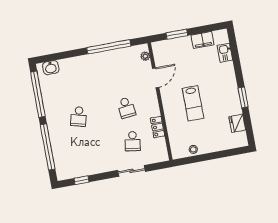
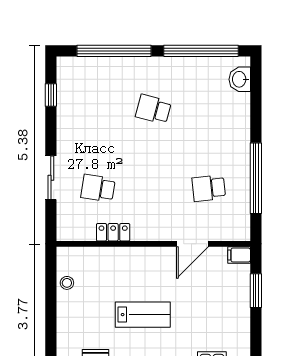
filing cabinet: (202, 40) -> (239, 255), moved, width x0.50
plant: (145, 56) -> (230, 234), removed
door: (156, 78) -> (193, 244), hinge flipped
lab bench: (193, 103) -> (143, 315), moved, turned 180
school desk: (126, 108) -> (209, 188), moved

